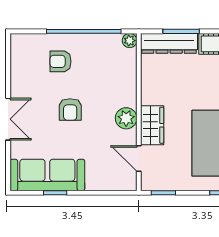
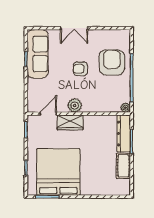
armchair: (61, 61) -> (112, 62), width x1.88, depth x1.88

